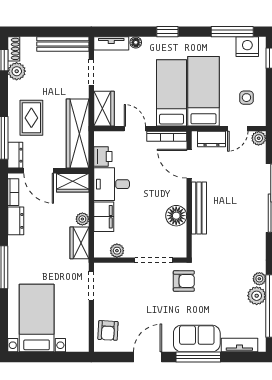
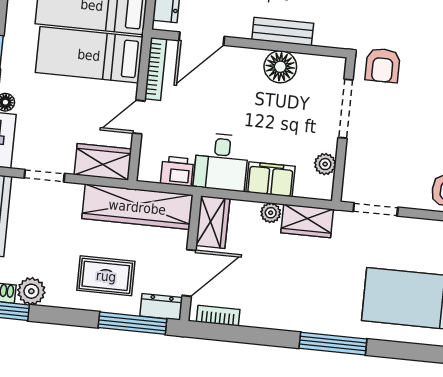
bench: (199, 208) -> (283, 31), width x0.73
dresser: (16, 221) -> (263, 316), removed
armchair: (184, 281) -> (383, 65), turned 180

